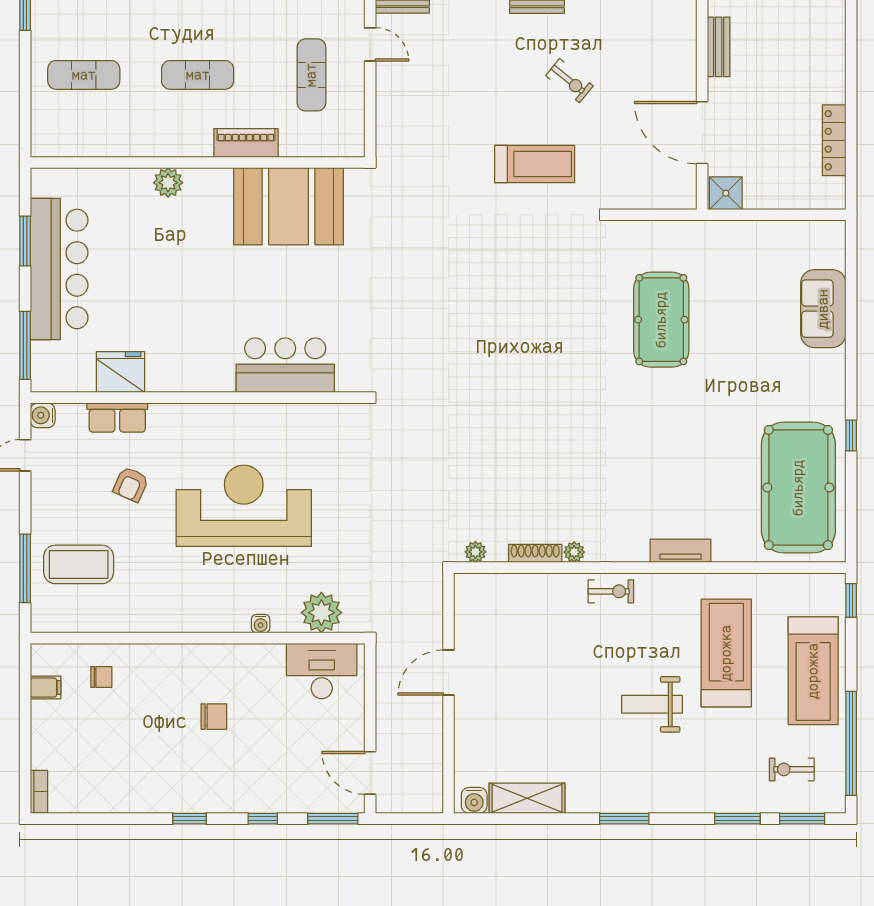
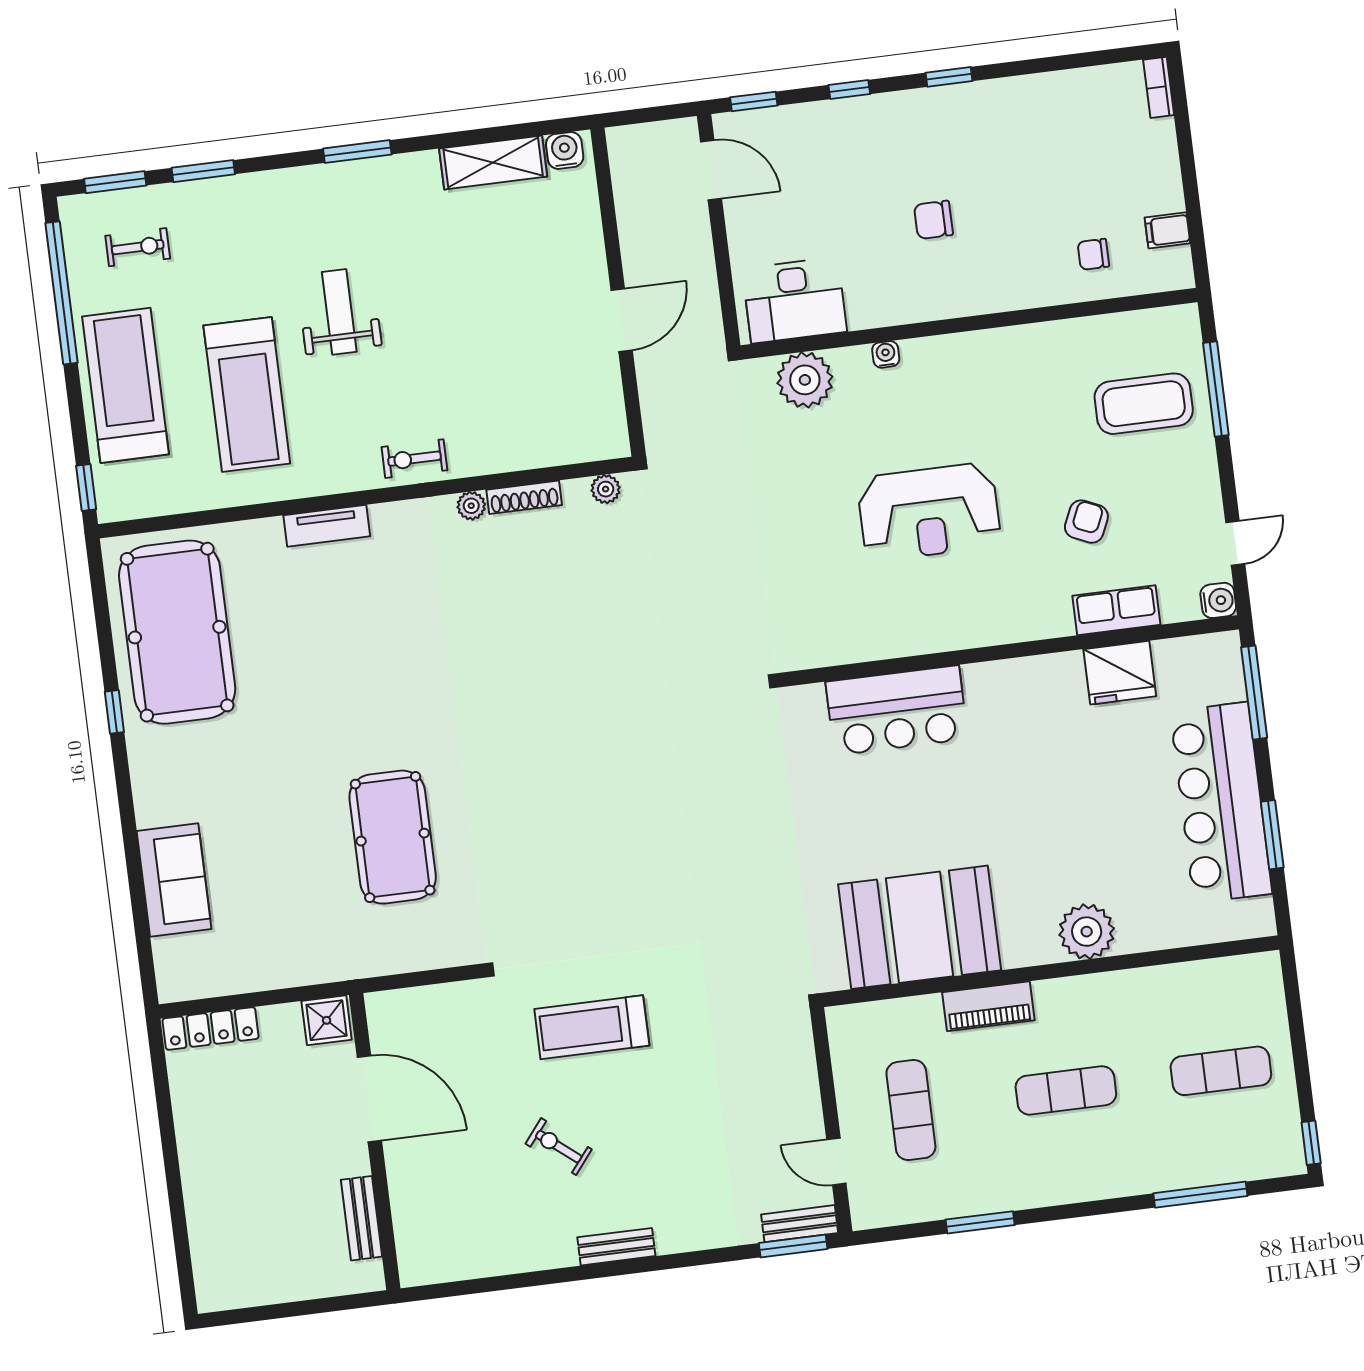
locker: (834, 140) -> (211, 1029), moved, turned 90
plant: (168, 183) -> (1087, 932), width x1.36, depth x1.36
reception desk: (244, 506) -> (929, 512), width x0.74, depth x0.77
weight bench: (652, 704) -> (339, 312), turned -90
window: (333, 819) -> (754, 101), width x0.67

